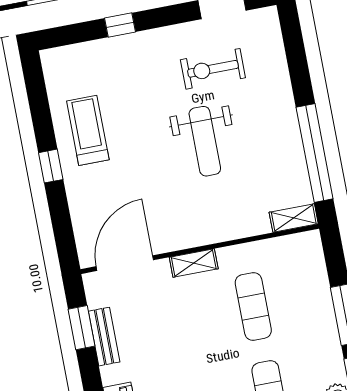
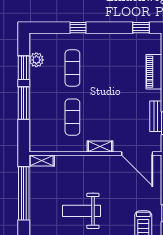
weight bench: (205, 141) -> (82, 211), turned -90
door: (125, 263) -> (137, 154), hinge flipped

